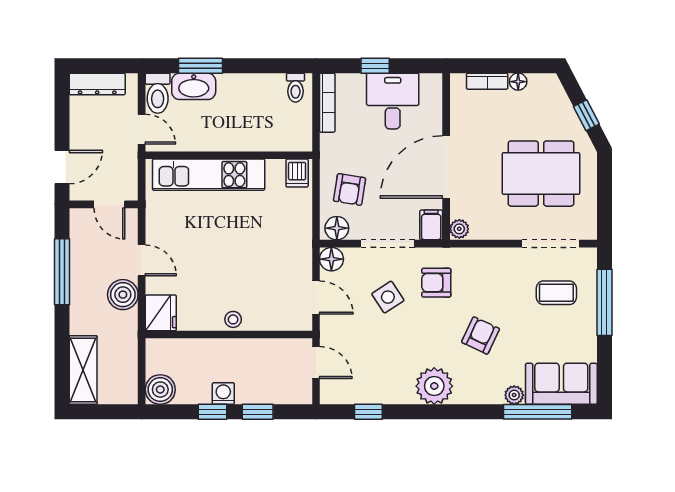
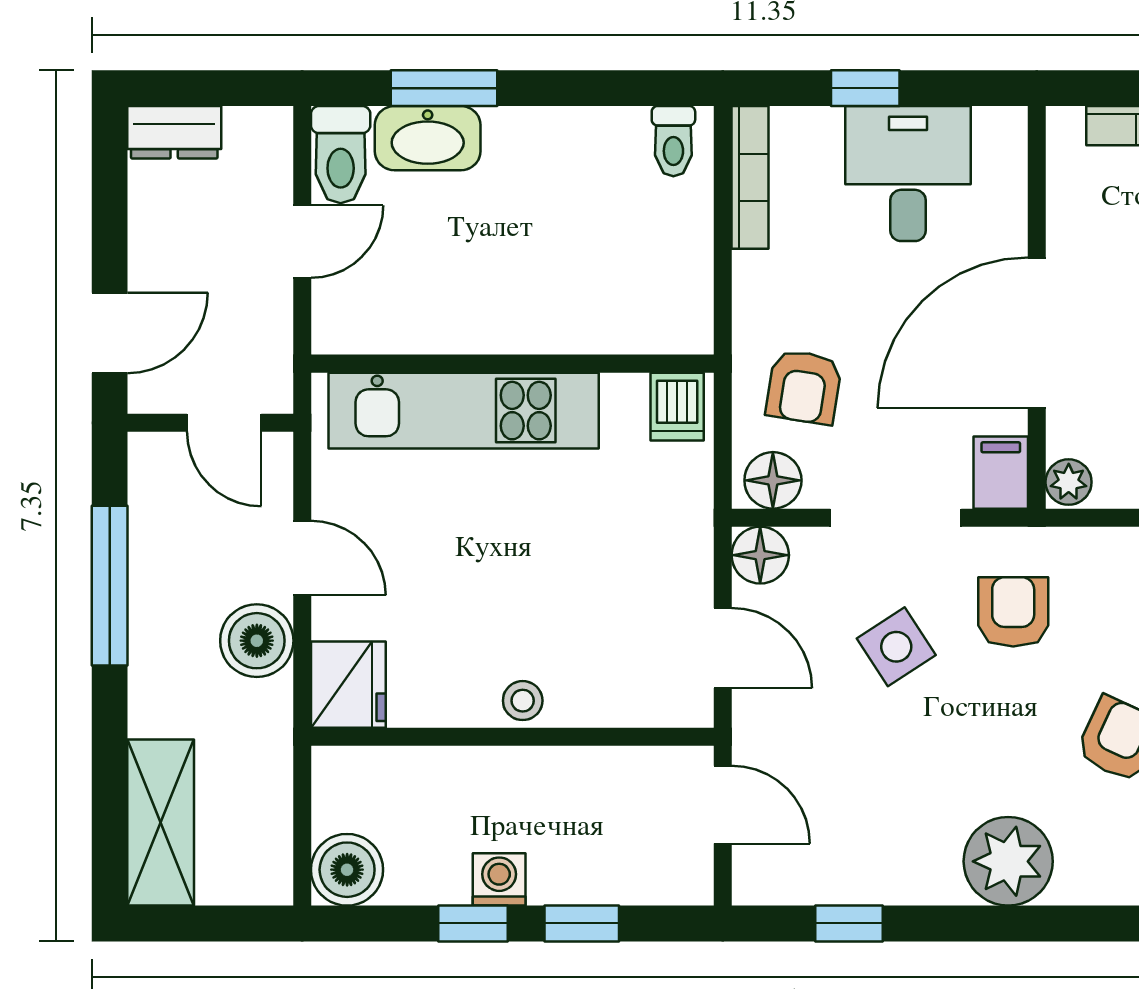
dresser: (97, 84) -> (174, 132), width x0.70
door: (142, 129) -> (302, 241), hinge flipped
wall: (229, 155) -> (512, 364), moved
dishwasher: (297, 173) -> (677, 407), moved
kitchen unit: (209, 175) -> (464, 411), moved
armchair: (436, 283) -> (1013, 612), turned 90

